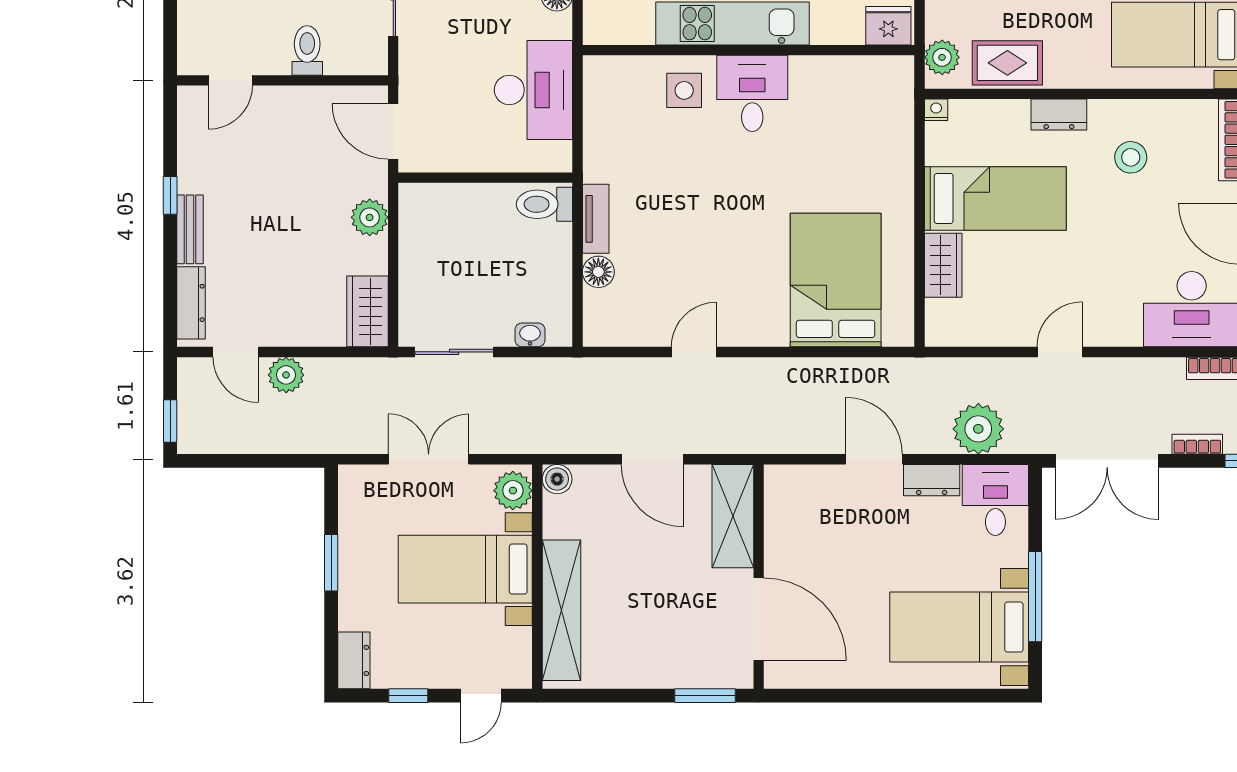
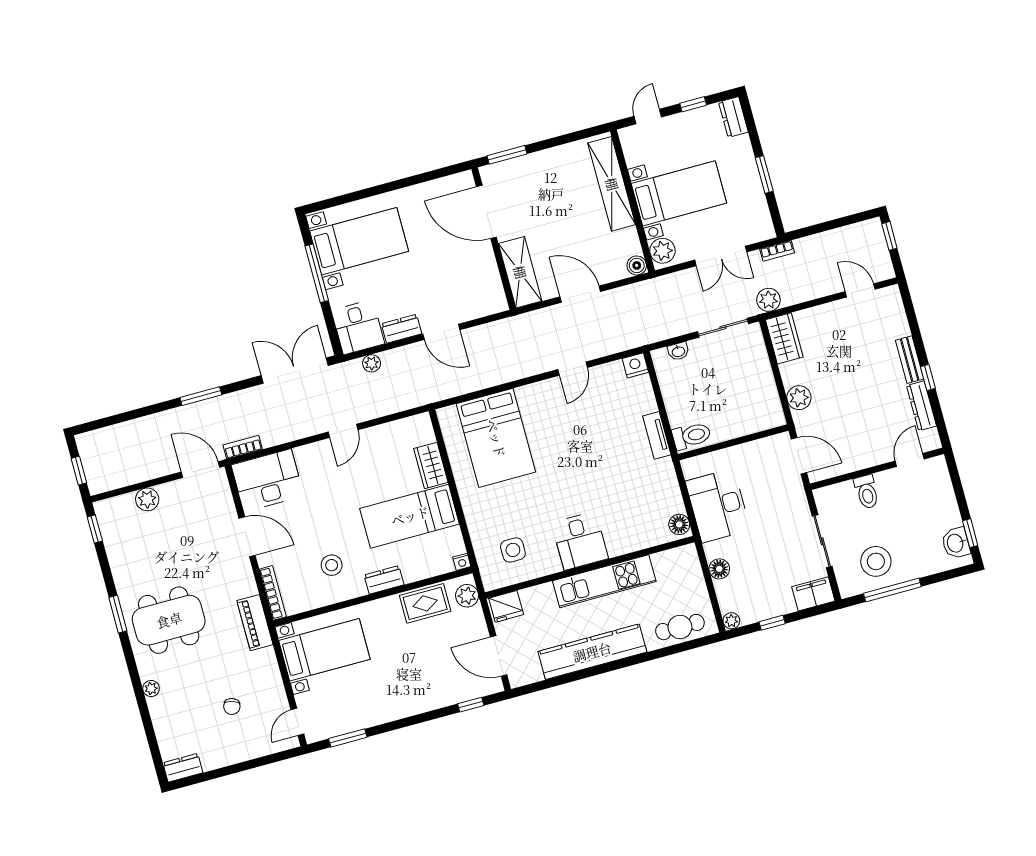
side table: (684, 90) -> (513, 550), moved
floor lamp: (598, 272) -> (679, 524), moved
dresser: (191, 303) -> (922, 406), moved
nightstand: (599, 331) -> (635, 365), added
plant: (286, 375) -> (768, 300), moved
plant: (978, 429) -> (372, 363), width x0.53, depth x0.53
bookcase: (1197, 444) -> (777, 251), moved

